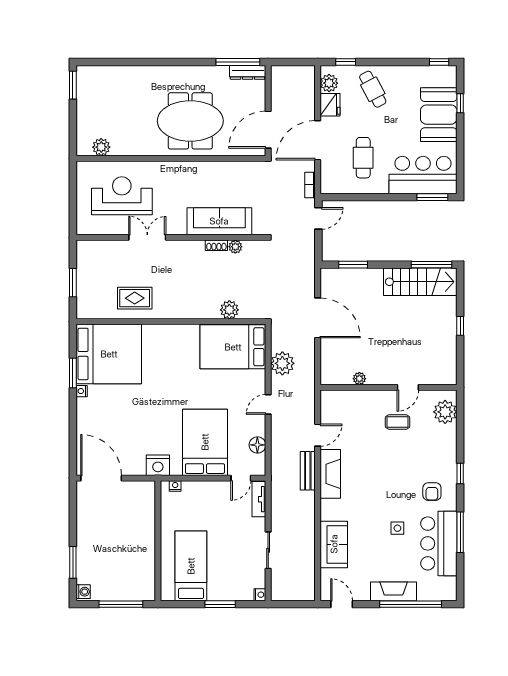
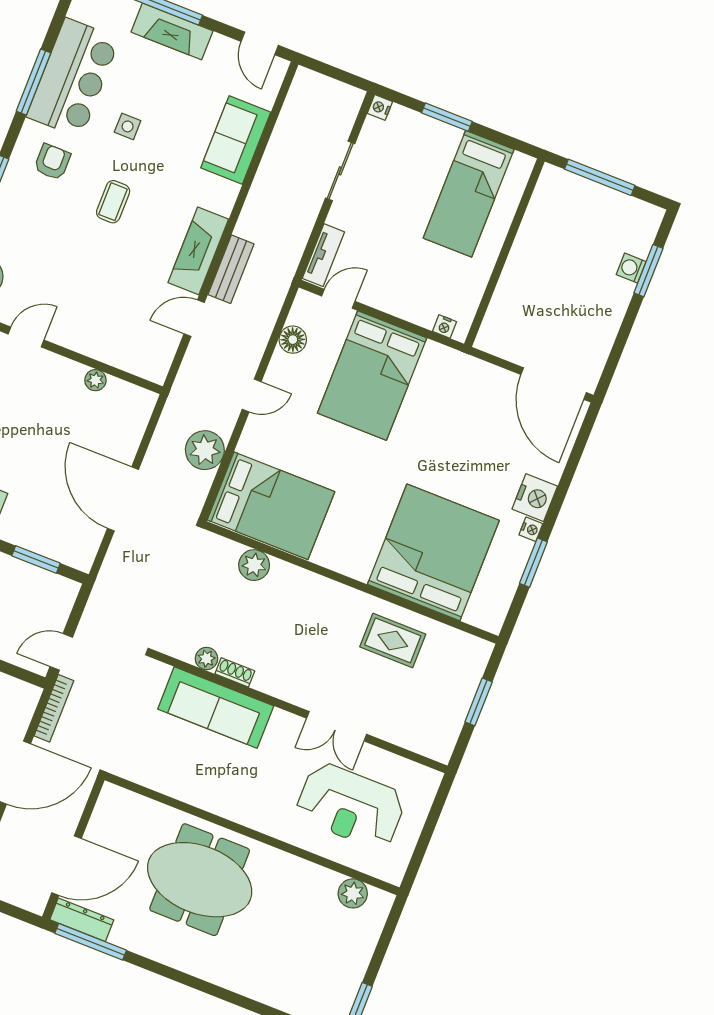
door: (268, 130) -> (66, 866), moved
bookcase: (310, 185) -> (54, 708), width x1.56
bed: (109, 354) -> (433, 552), moved, turned 90
coffee table: (398, 422) -> (113, 202), moved, turned 90
nightstand: (158, 465) -> (535, 498), moved, turned 90
washing machine: (83, 592) -> (631, 268), moved

